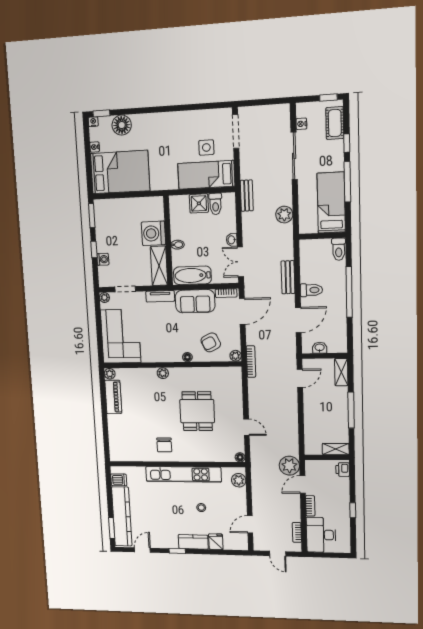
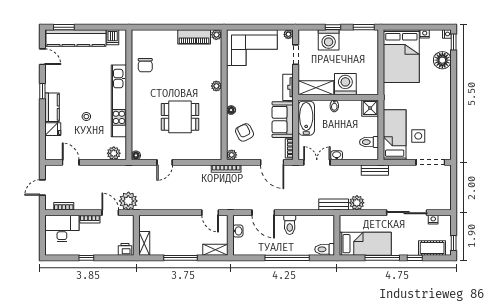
shower: (199, 203) -> (370, 108), moved
washing machine: (103, 259) -> (329, 40), width x1.89, depth x1.89
bench: (288, 277) -> (334, 204), moved
chair: (164, 445) -> (145, 65), moved, turned -90

